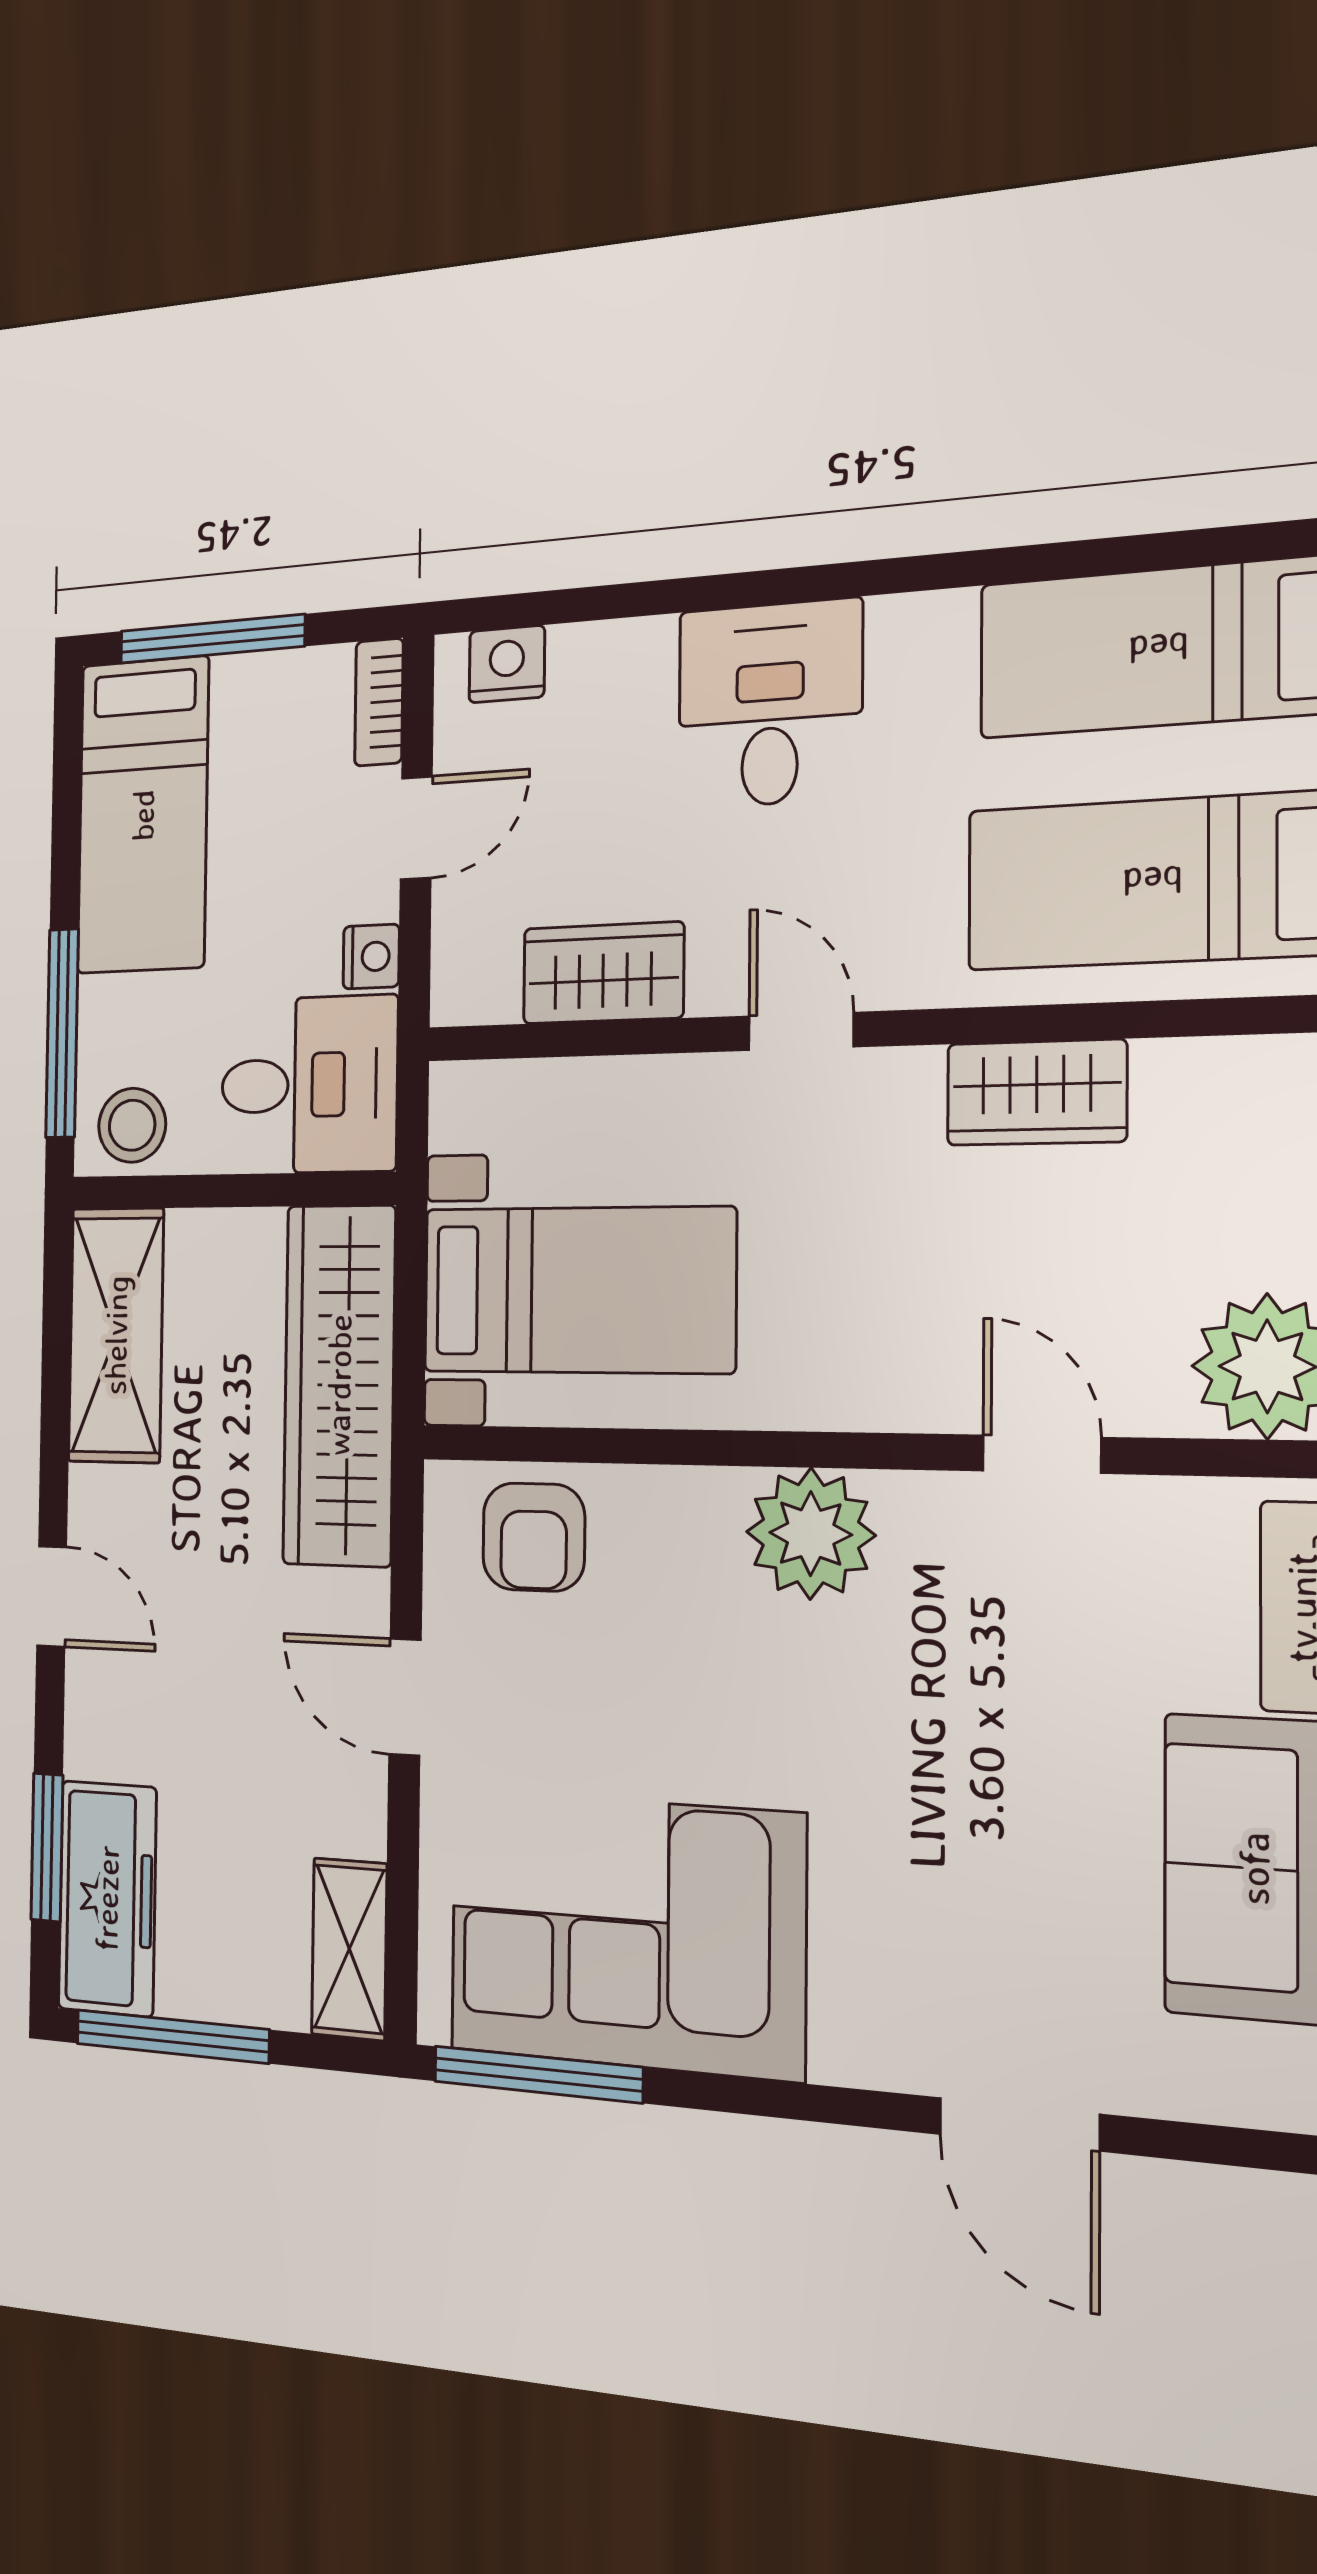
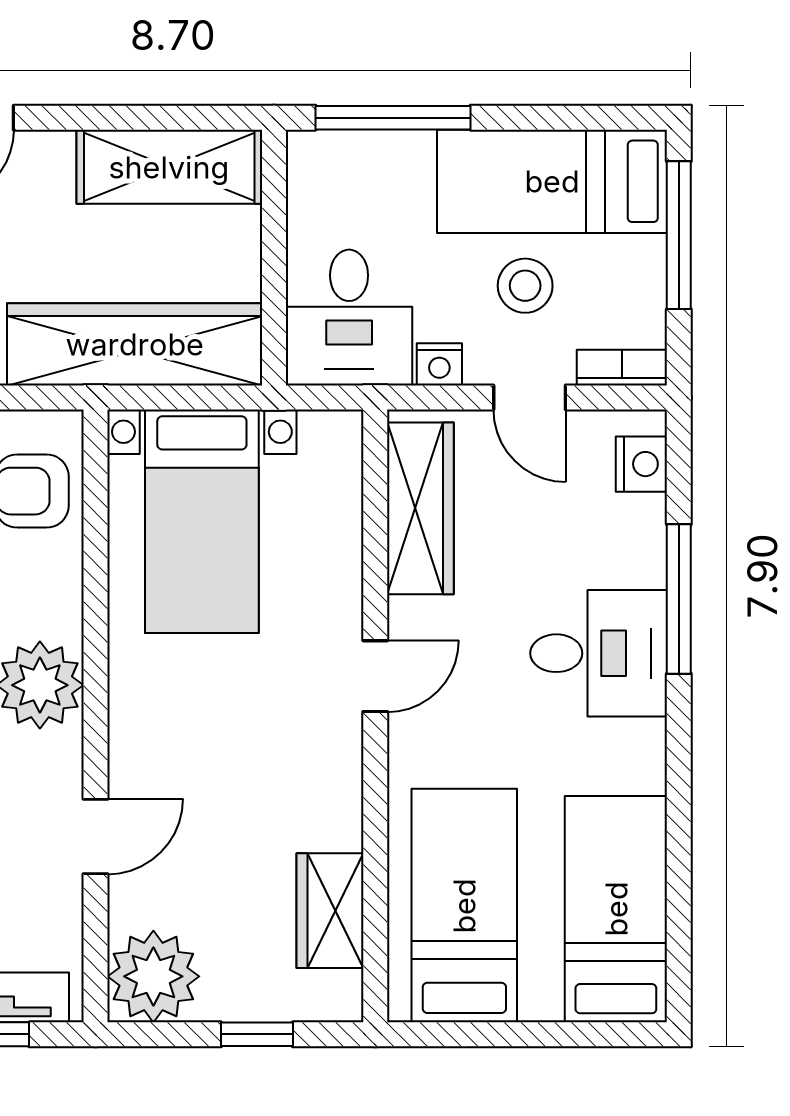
window: (693, 594) -> (679, 599), added
wardrobe: (603, 973) -> (420, 508), width x1.50
wardrobe: (1037, 1093) -> (330, 911), moved
stool: (132, 1125) -> (525, 286), moved

